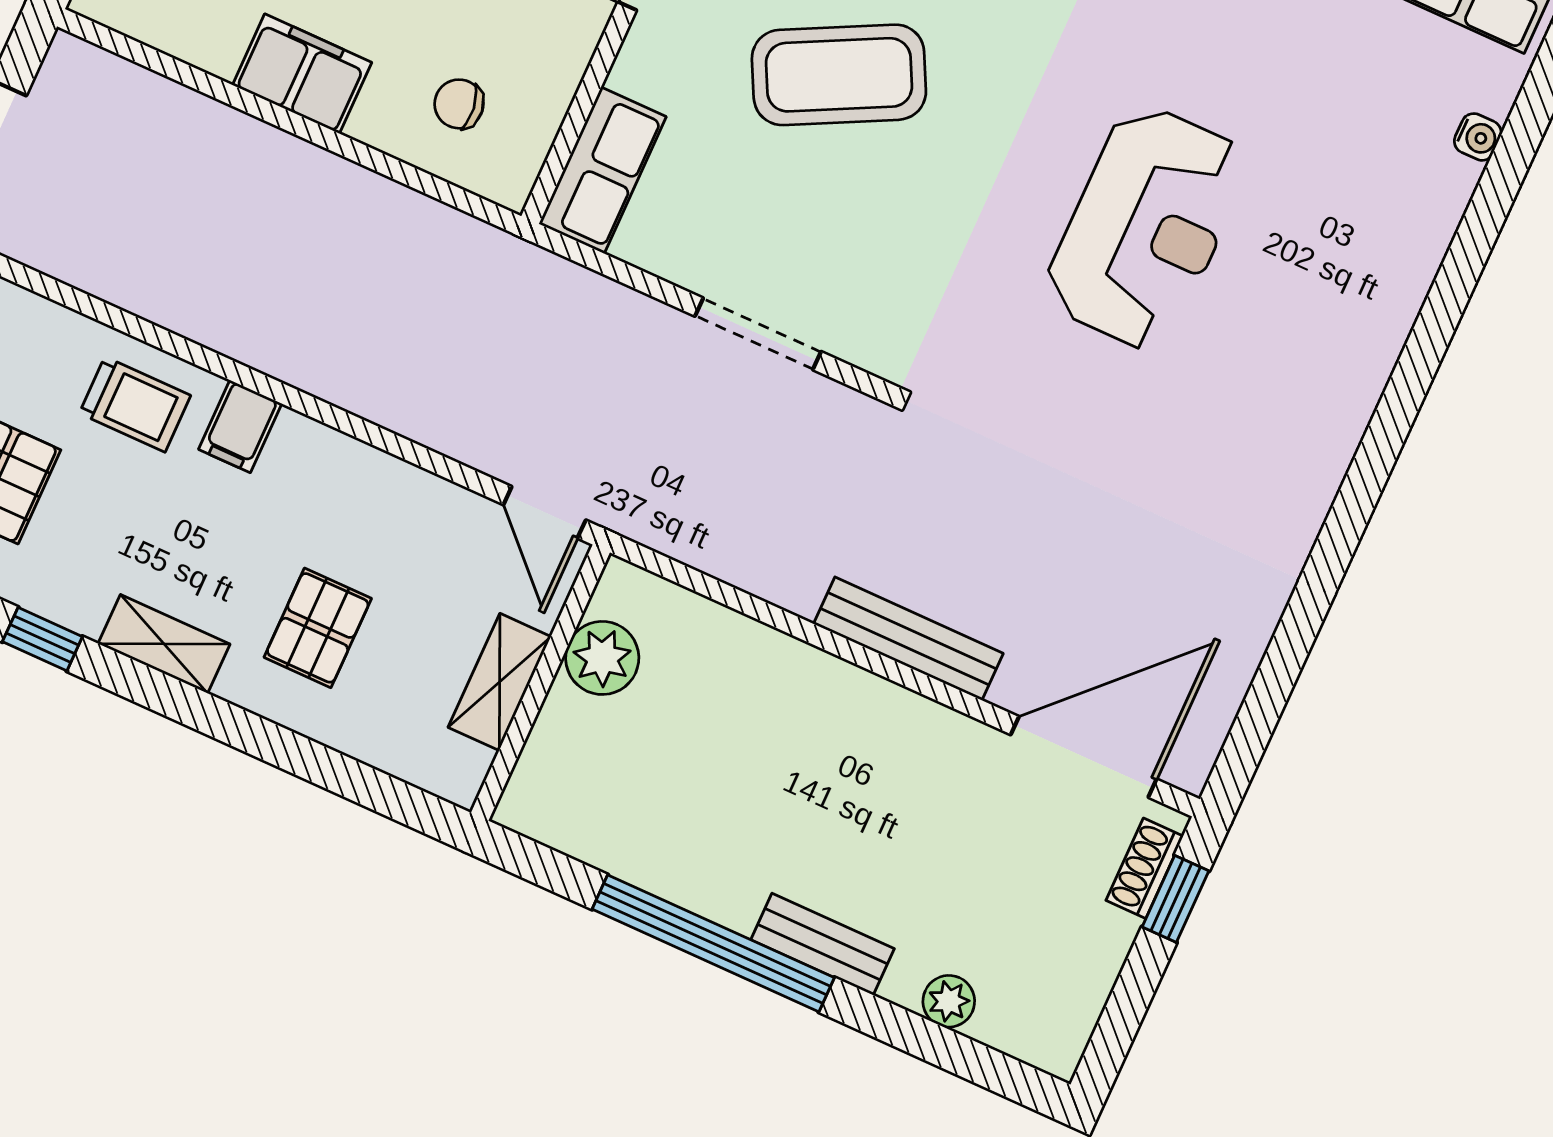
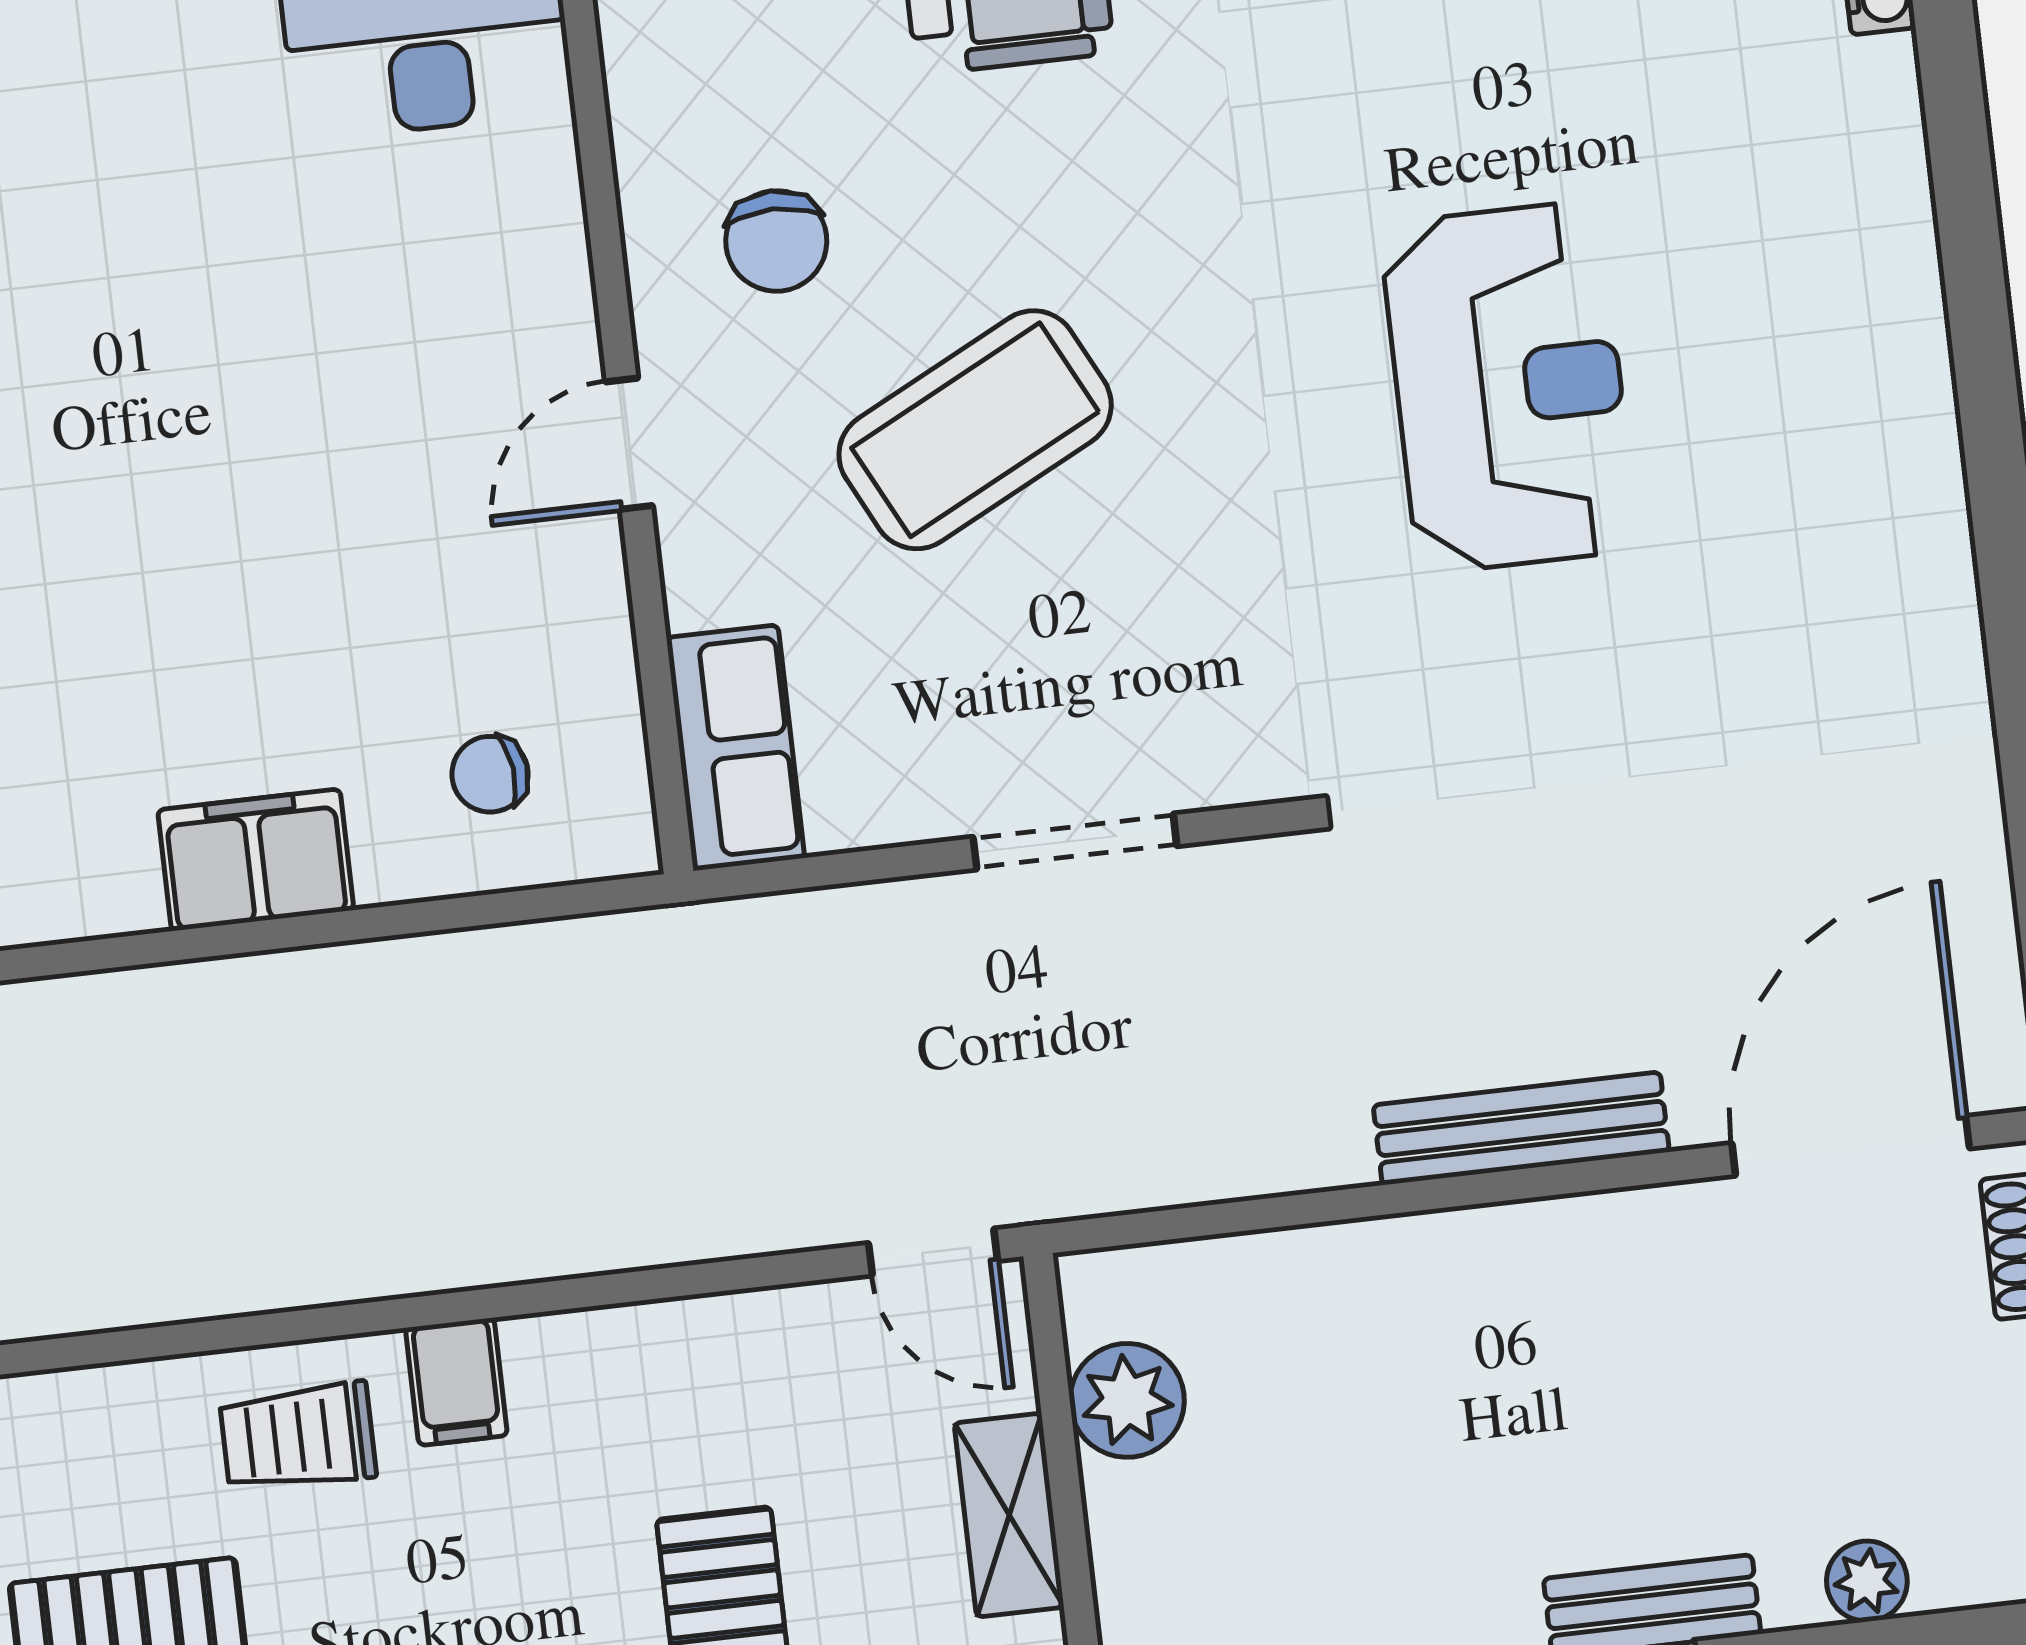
trolley: (135, 404) -> (298, 1437), turned 180

